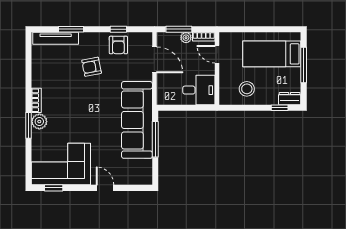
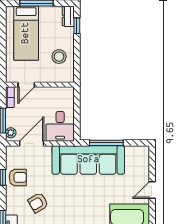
plant: (186, 38) -> (11, 133), moved
armchair: (92, 67) -> (38, 203), turned 70
desk: (199, 90) -> (60, 126), moved, turned 180

